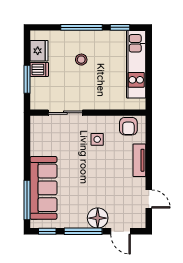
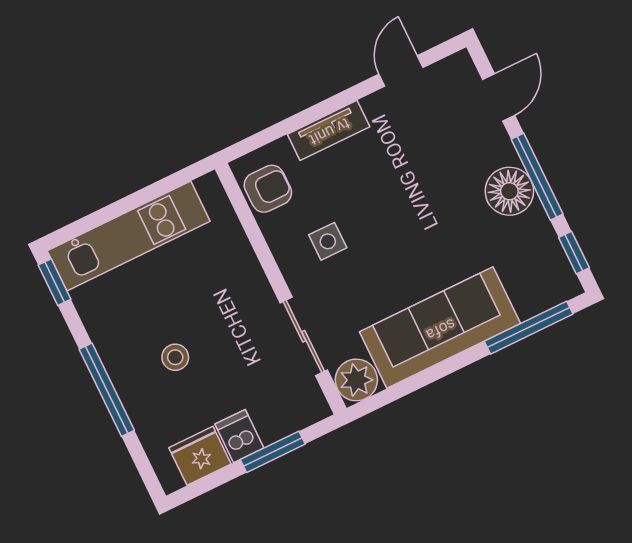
window: (120, 27) -> (54, 282), moved
plant: (39, 125) -> (356, 380), added
sofa: (43, 188) -> (440, 328), moved
floor lamp: (98, 218) -> (509, 191), moved

